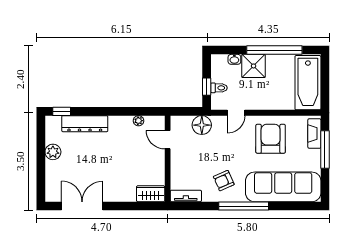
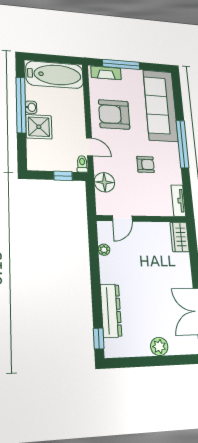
washbasin: (234, 59) -> (31, 107), moved
toilet: (219, 88) -> (82, 164), moved
plant: (53, 152) -> (159, 346), moved
armchair: (224, 181) -> (146, 164), moved, turned -66

